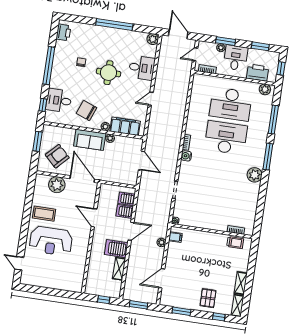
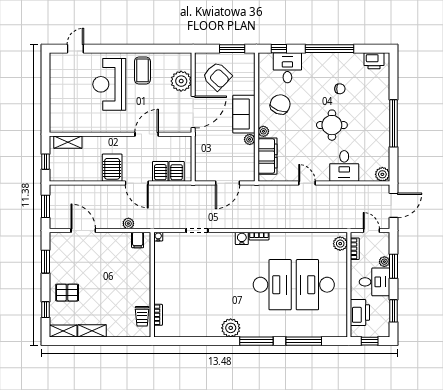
plant: (265, 89) -> (340, 244), moved
shelving: (119, 269) -> (68, 142), moved

